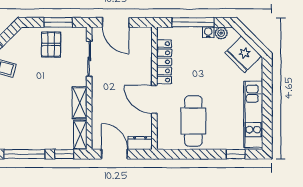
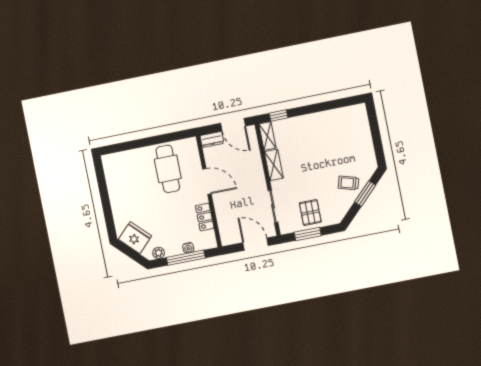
water cooler: (208, 32) -> (188, 248), moved
locker: (164, 62) -> (205, 217), width x0.66
kitchen unit: (253, 114) -> (115, 186), removed
window: (24, 154) -> (315, 108), removed
window: (236, 154) -> (124, 147), removed

